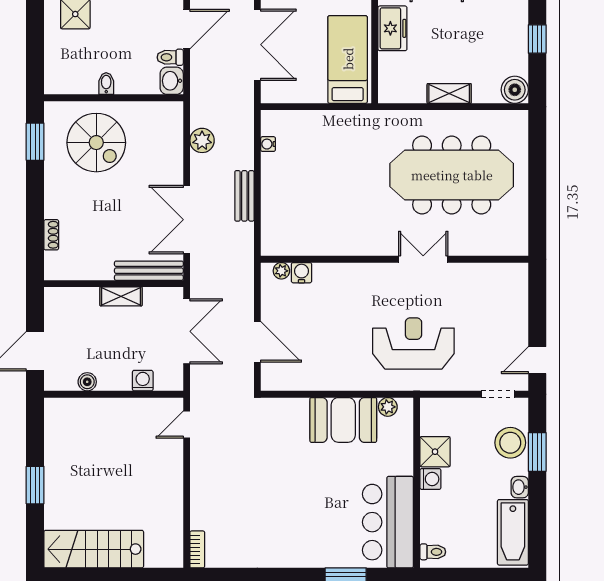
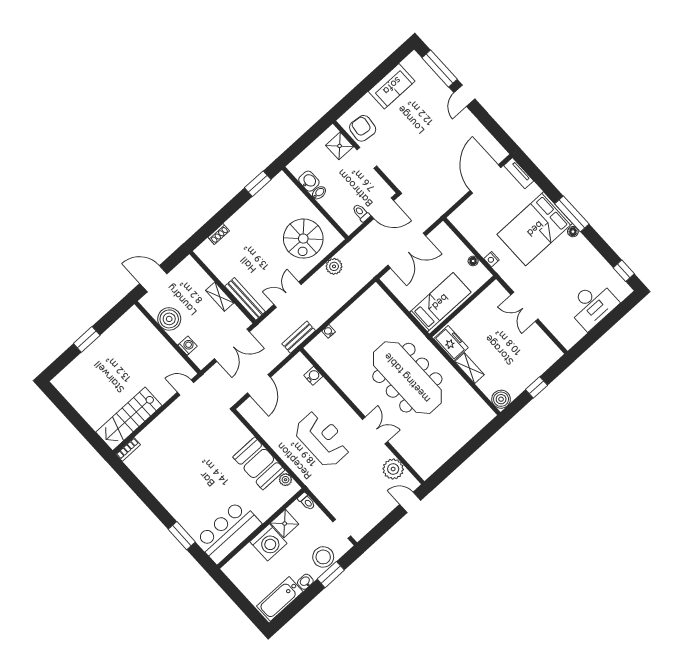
freezer: (392, 28) -> (451, 343), moved, turned -90
washbasin: (172, 81) -> (309, 181), moved, turned 90
spiral stairs: (96, 143) -> (303, 239), moved
water cooler: (268, 144) -> (329, 331), moved
meeting table: (452, 175) -> (407, 378), moved
bench: (244, 196) -> (299, 337), moved
double door: (187, 220) -> (288, 295), width x0.73
plant: (281, 271) -> (393, 469), moved, width x1.87, depth x1.87
reception desk: (413, 343) -> (322, 439), moved
door: (537, 360) -> (410, 502), moved
boiler: (87, 382) -> (169, 319), width x1.86, depth x1.86
washing machine: (430, 479) -> (268, 542), width x1.89, depth x1.89
stairs: (94, 549) -> (129, 419), moved, turned -90
toilet: (433, 552) -> (307, 501), moved

